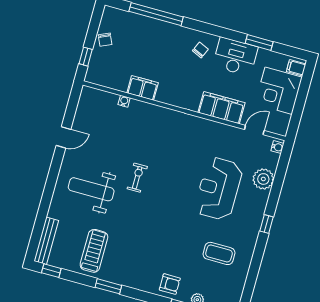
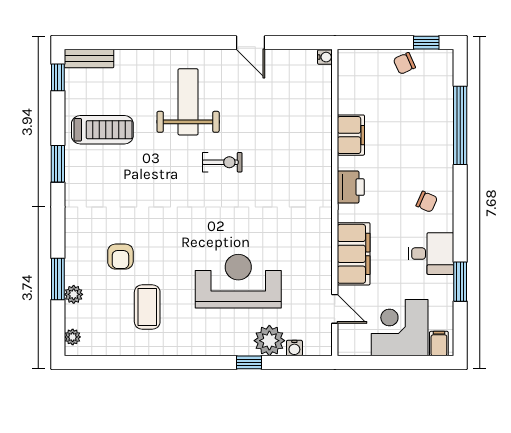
window: (86, 57) -> (426, 43), moved
desk: (235, 57) -> (431, 254), width x0.73
printer: (177, 97) -> (351, 187), added
water cooler: (124, 101) -> (325, 57), moved
water cooler: (277, 147) -> (294, 348), moved
window: (266, 224) -> (249, 362), moved
bench: (46, 241) -> (89, 59), width x0.73
armchair: (170, 284) -> (120, 257), moved

